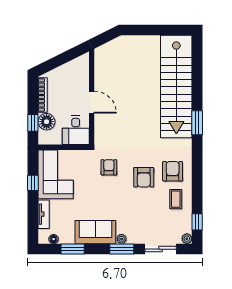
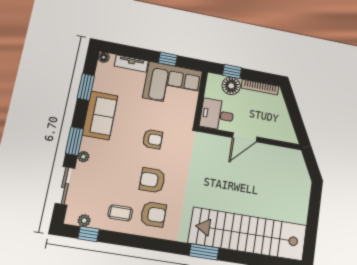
armchair: (109, 167) -> (153, 139), moved
floor lamp: (54, 239) -> (104, 57), moved
plant: (122, 239) -> (83, 157), moved
plant: (187, 239) -> (84, 221), moved

